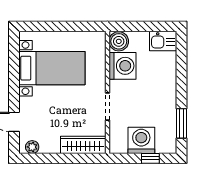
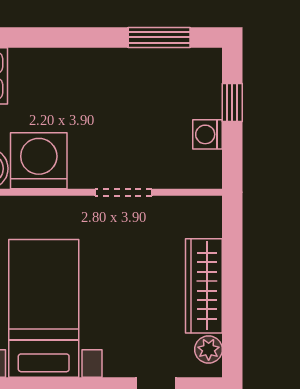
washing machine: (141, 140) -> (208, 134), width x0.53, depth x0.53
wardrobe: (83, 145) -> (204, 286), moved

